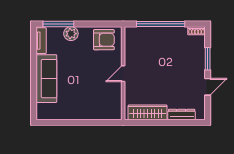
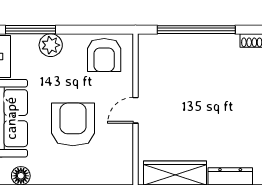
armchair: (104, 40) -> (104, 55), turned 90
armchair: (85, 82) -> (73, 124), added
floor lamp: (53, 114) -> (21, 176), added

